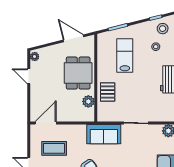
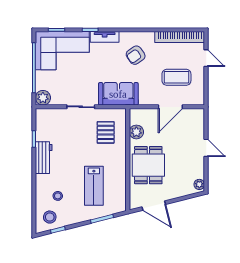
door: (29, 76) -> (206, 148), moved
pallet: (108, 92) -> (106, 132), moved
door: (46, 123) -> (170, 107), moved

